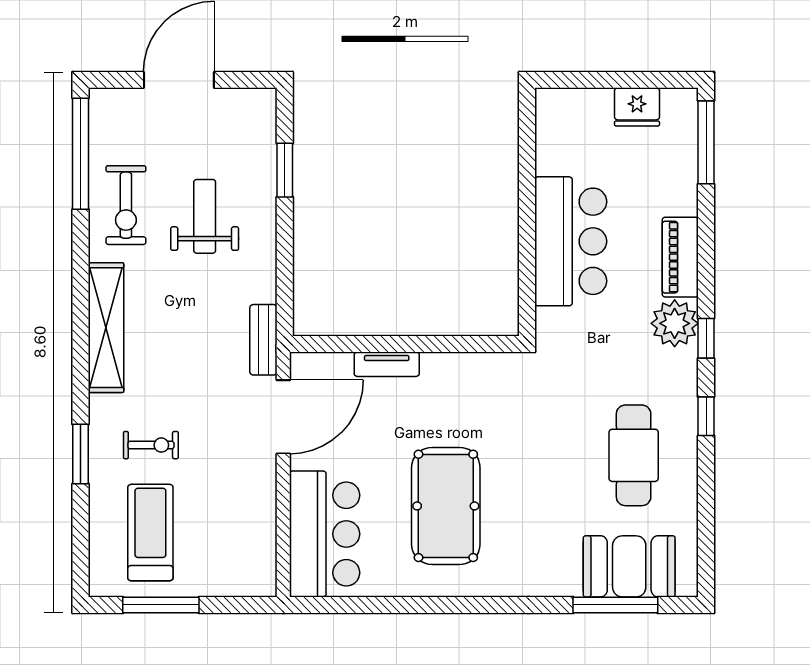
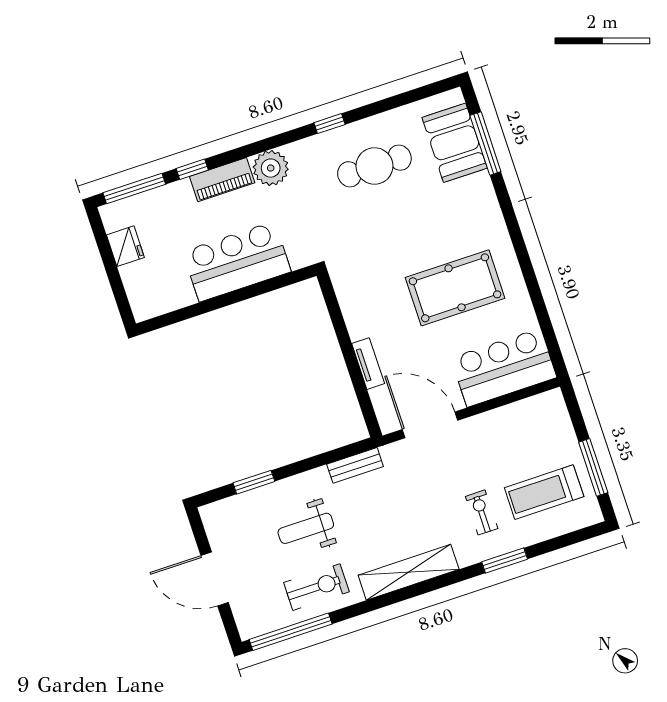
window: (706, 338) -> (192, 169), moved
bench: (263, 340) -> (355, 465), moved

